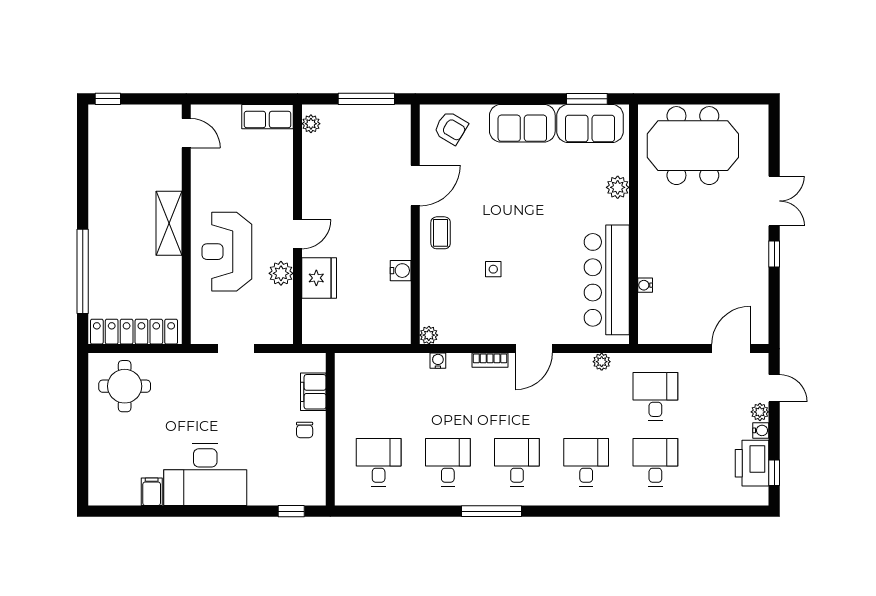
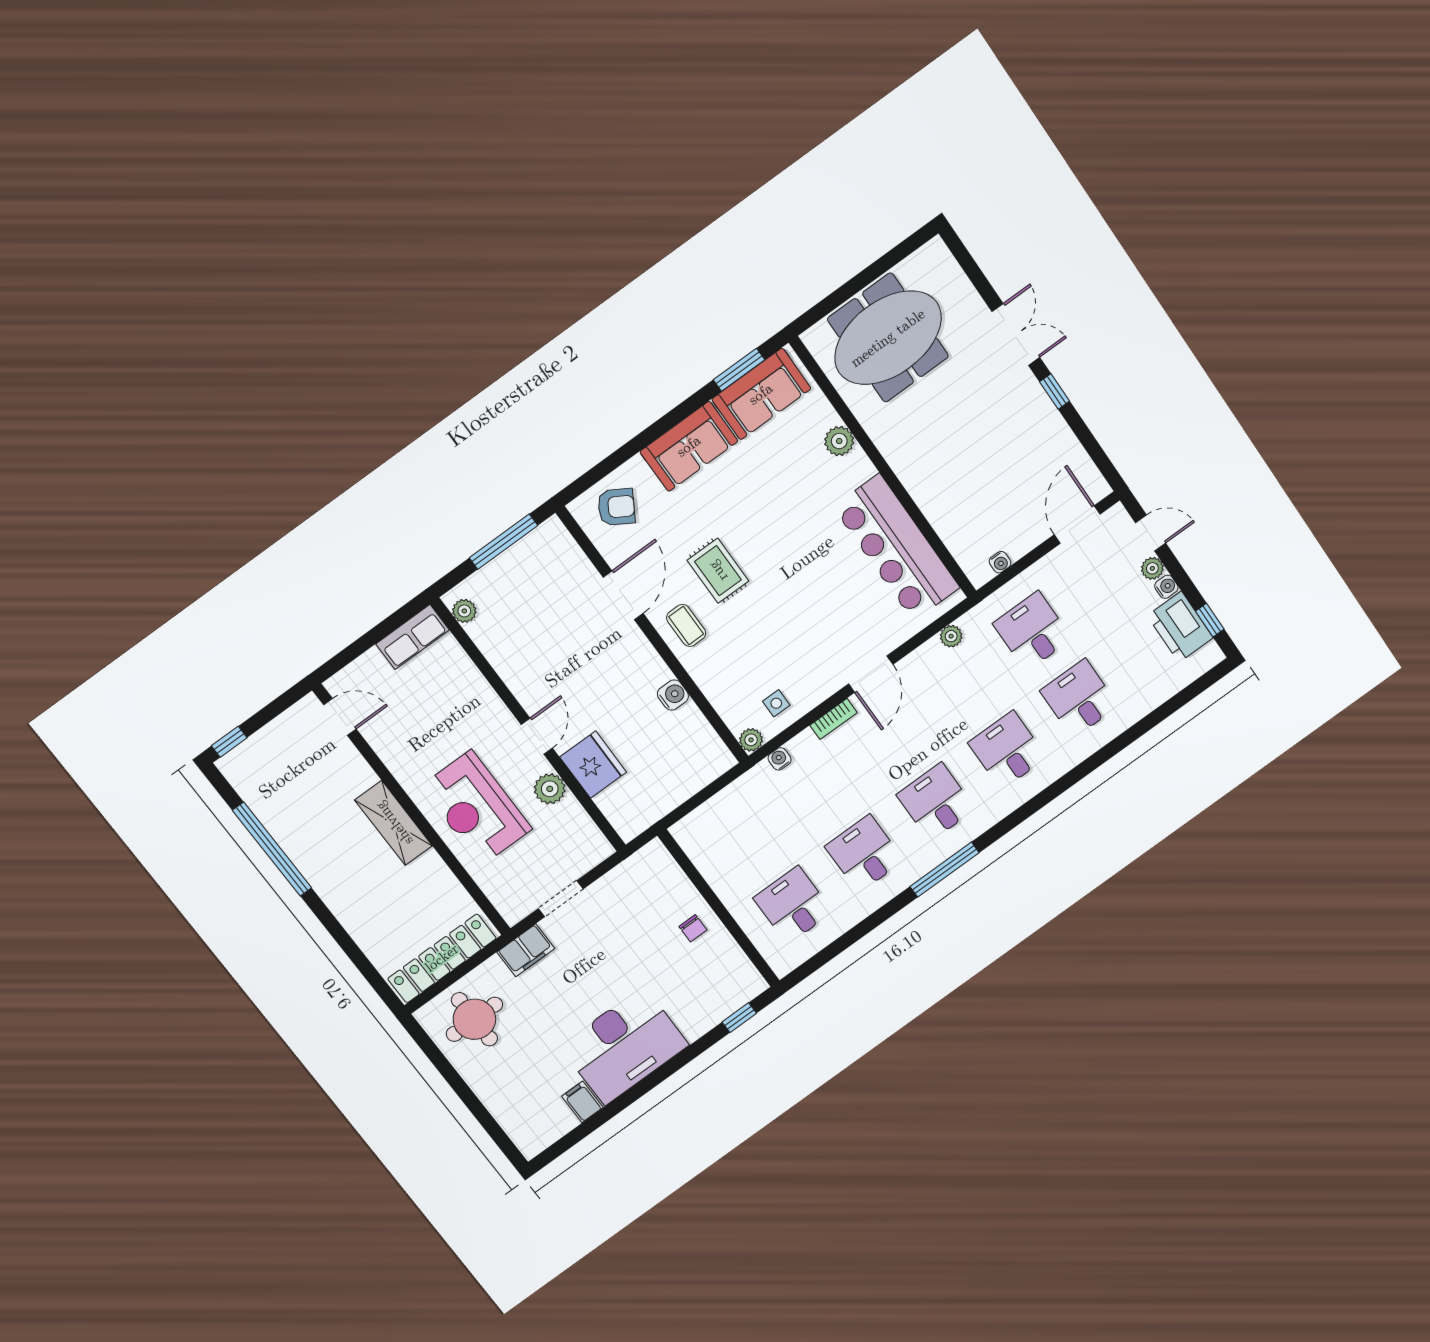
rug: (485, 213) -> (718, 571), added
side table: (493, 269) -> (776, 703), moved
window: (83, 271) -> (272, 849), moved
water cooler: (645, 285) -> (1000, 562), moved, turned -90
filing cabinet: (313, 392) -> (526, 950), moved, turned -90

